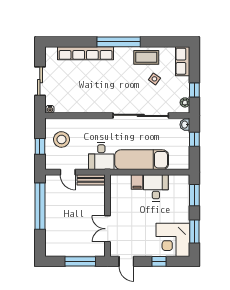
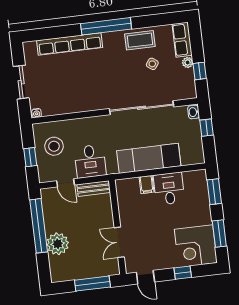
plant: (185, 102) -> (188, 62), moved
desk: (101, 156) -> (90, 161), moved
plant: (54, 224) -> (58, 244), added

